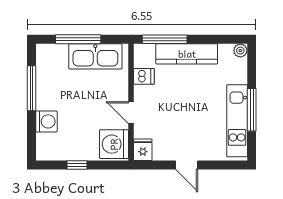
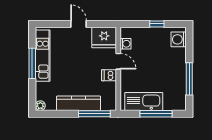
dishwasher: (144, 76) -> (109, 75), moved
washing machine: (46, 121) -> (179, 39), moved
washing machine: (114, 144) -> (126, 44), width x0.53, depth x0.53
fridge: (143, 150) -> (104, 37), width x1.88, depth x1.34

